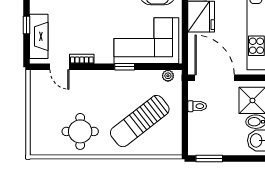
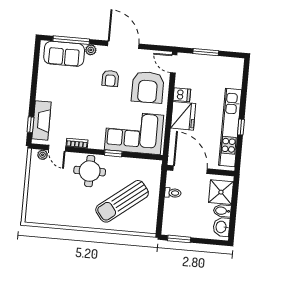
window: (26, 25) -> (30, 125), moved
plant: (168, 76) -> (43, 155), moved
round table: (80, 131) -> (90, 171), moved

